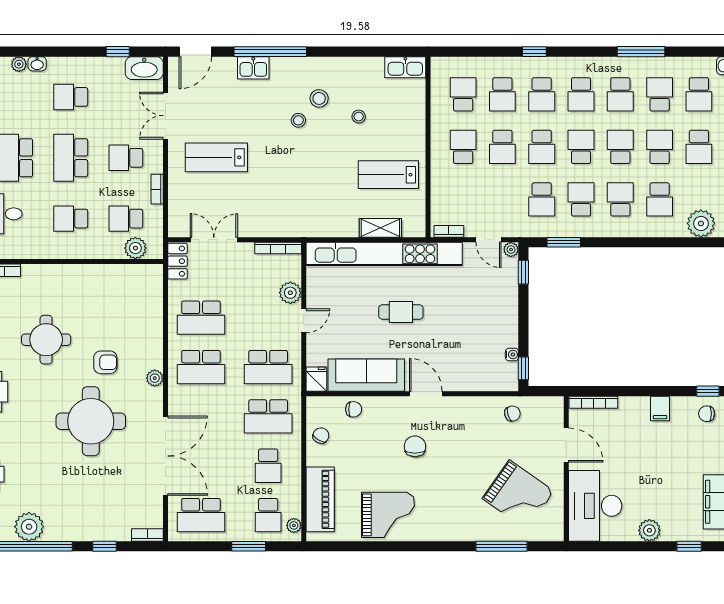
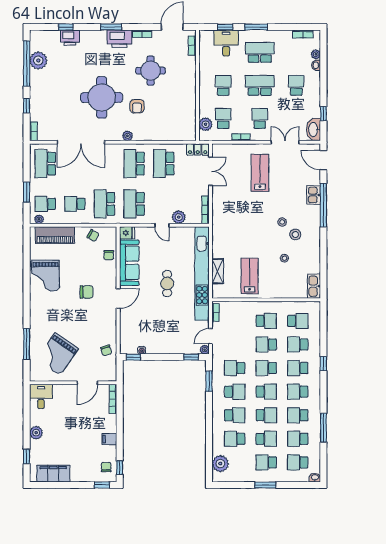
school desk: (660, 94) -> (298, 439), turned 180
desk: (595, 506) -> (41, 396), width x0.53, depth x0.77

